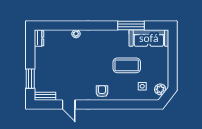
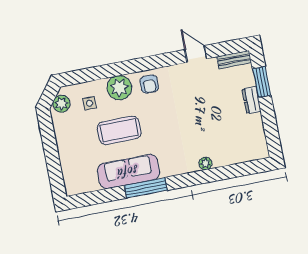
window: (131, 26) -> (146, 188), moved
dresser: (39, 38) -> (251, 100), moved
sofa: (149, 38) -> (128, 172), moved
plant: (121, 92) -> (119, 88), added

